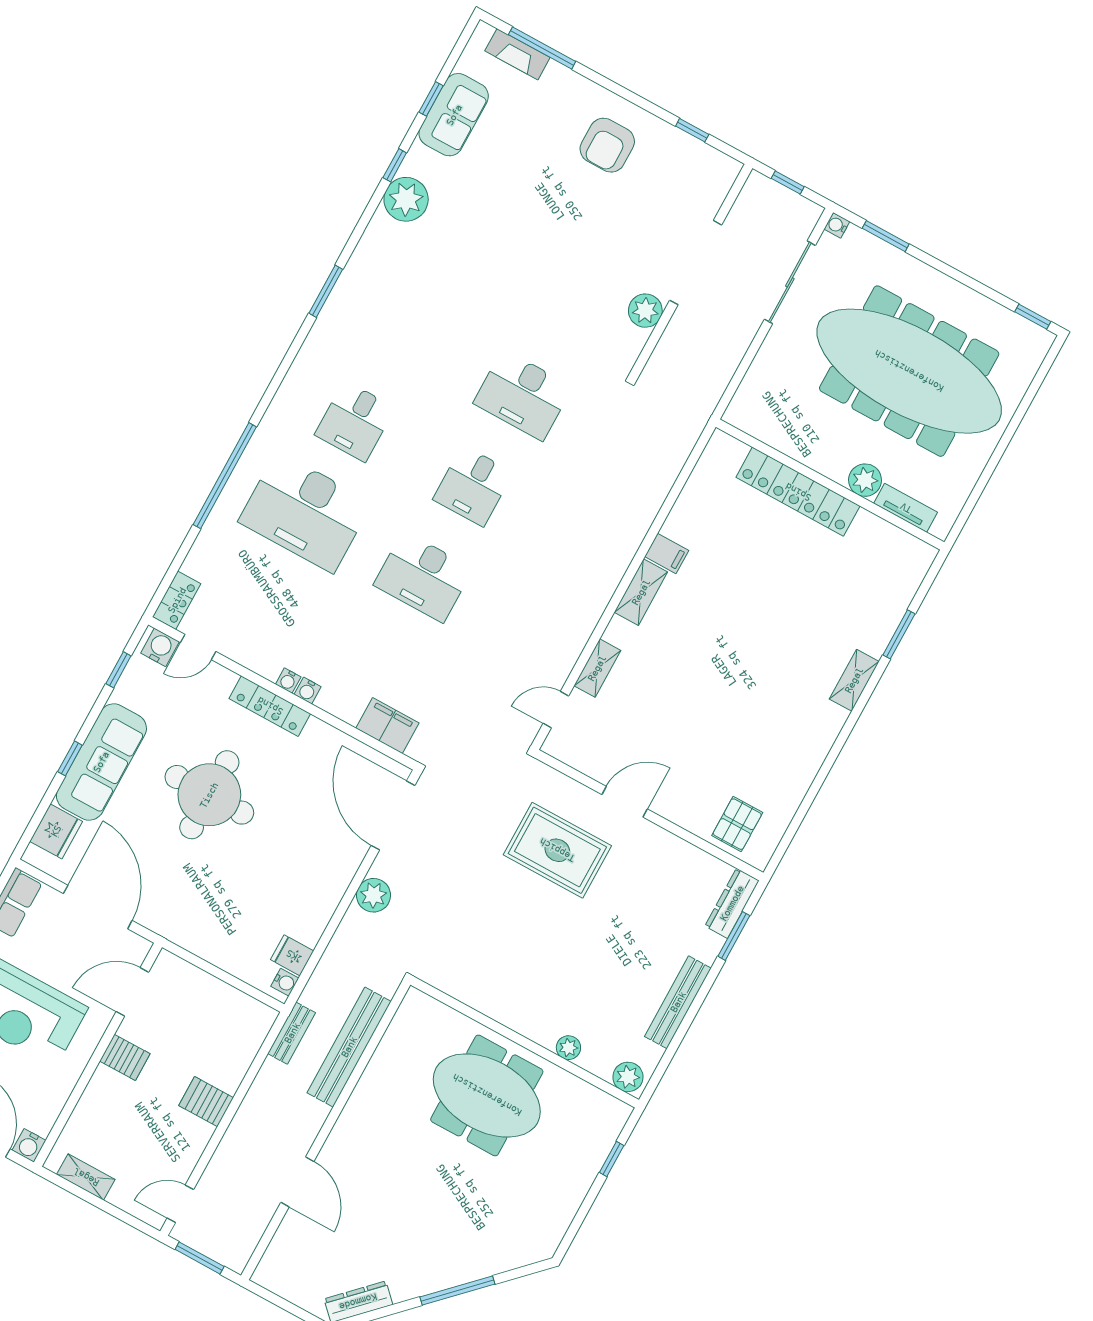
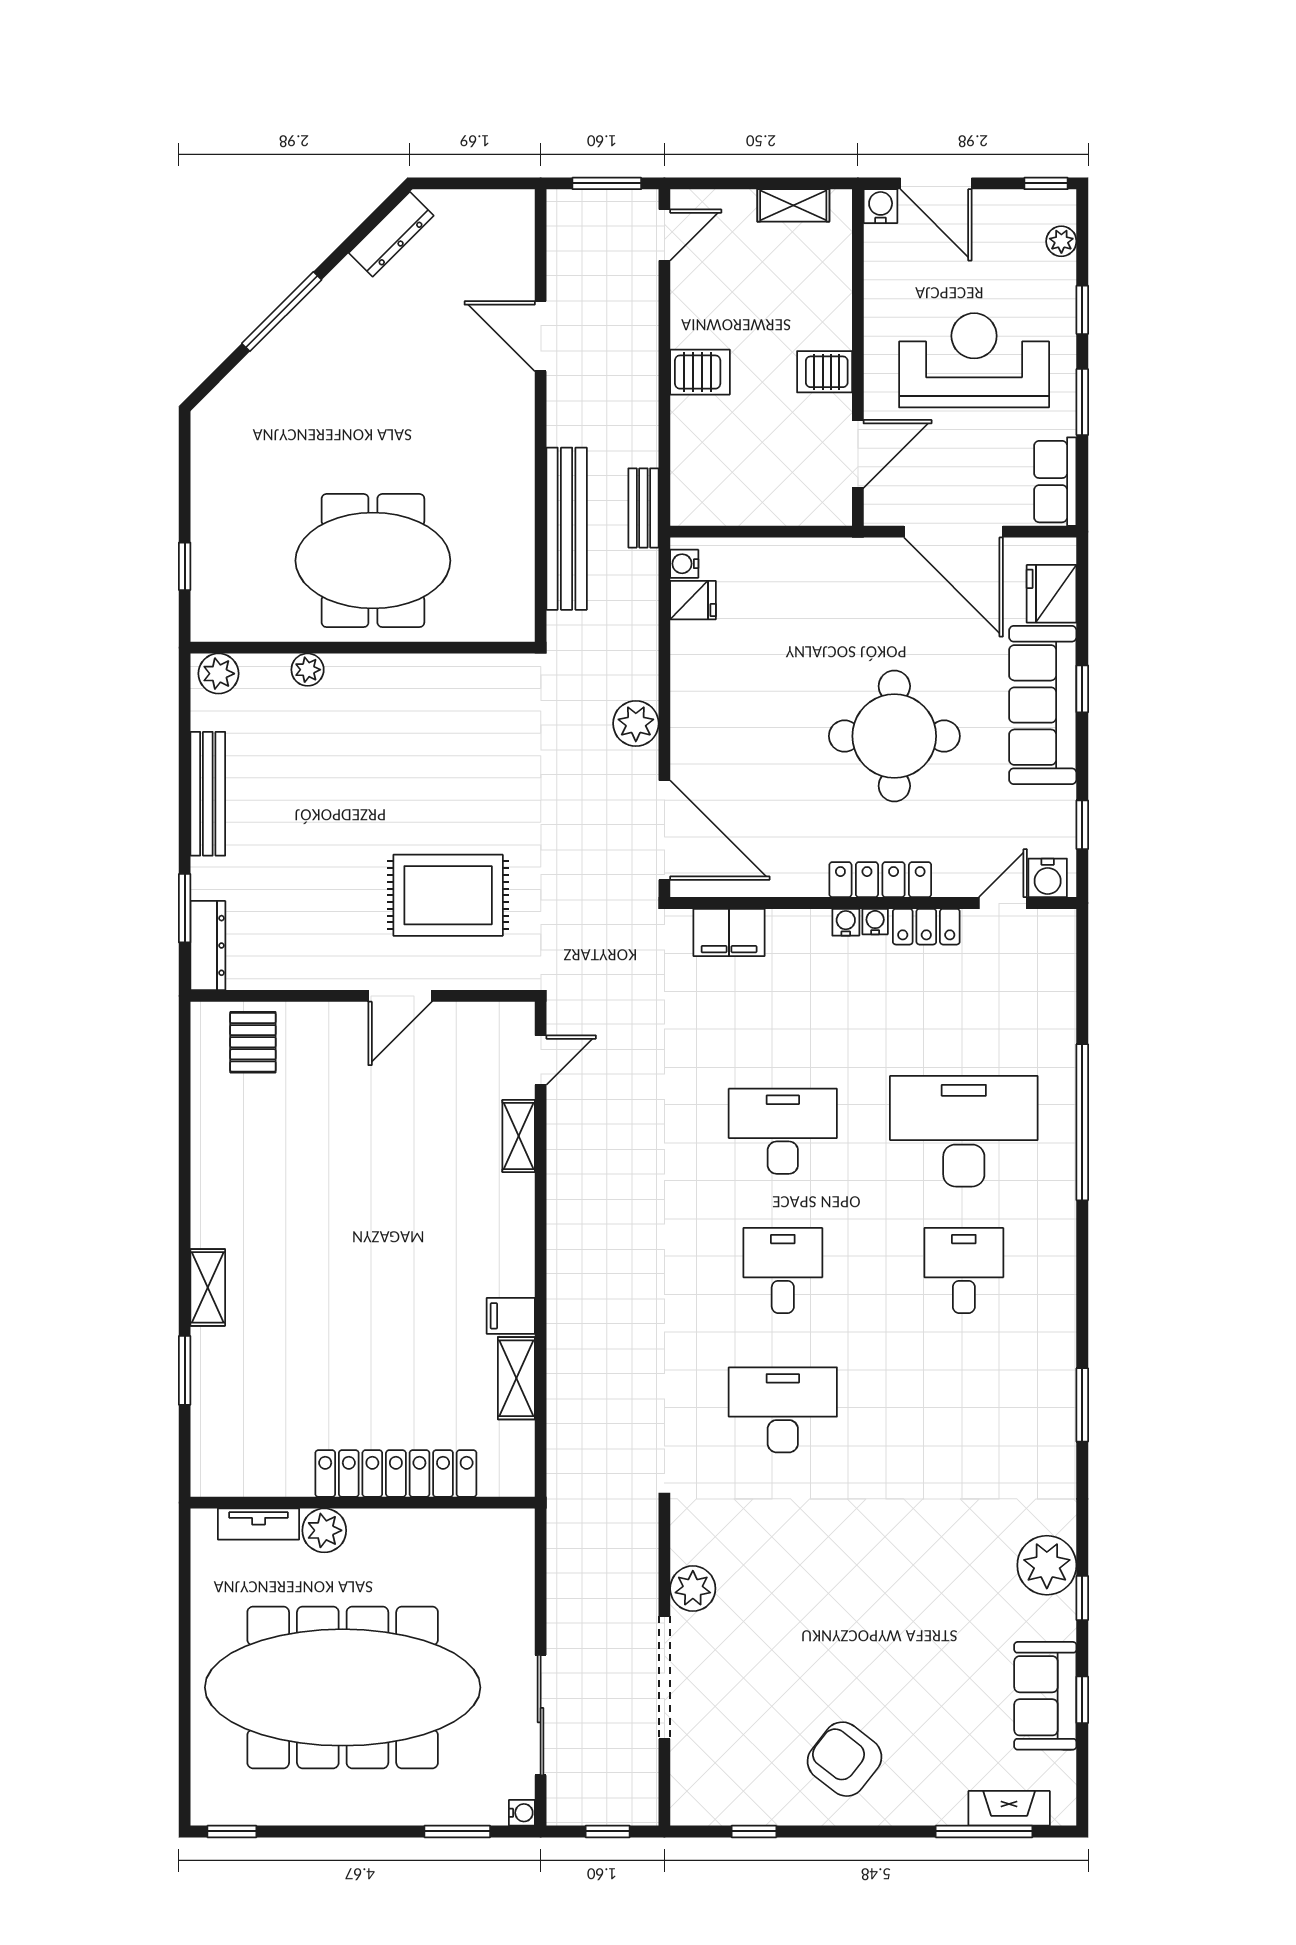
armchair: (607, 145) -> (845, 1759), turned -52
shelving: (641, 592) -> (516, 1378), moved
locker: (177, 600) -> (926, 927), moved, turned -90

